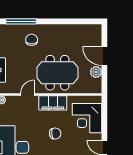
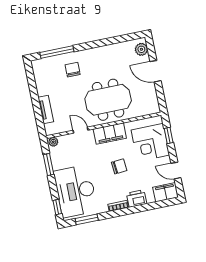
plant: (96, 72) -> (141, 49), moved
door: (28, 95) -> (80, 130), hinge flipped
window: (104, 115) -> (169, 135), added

